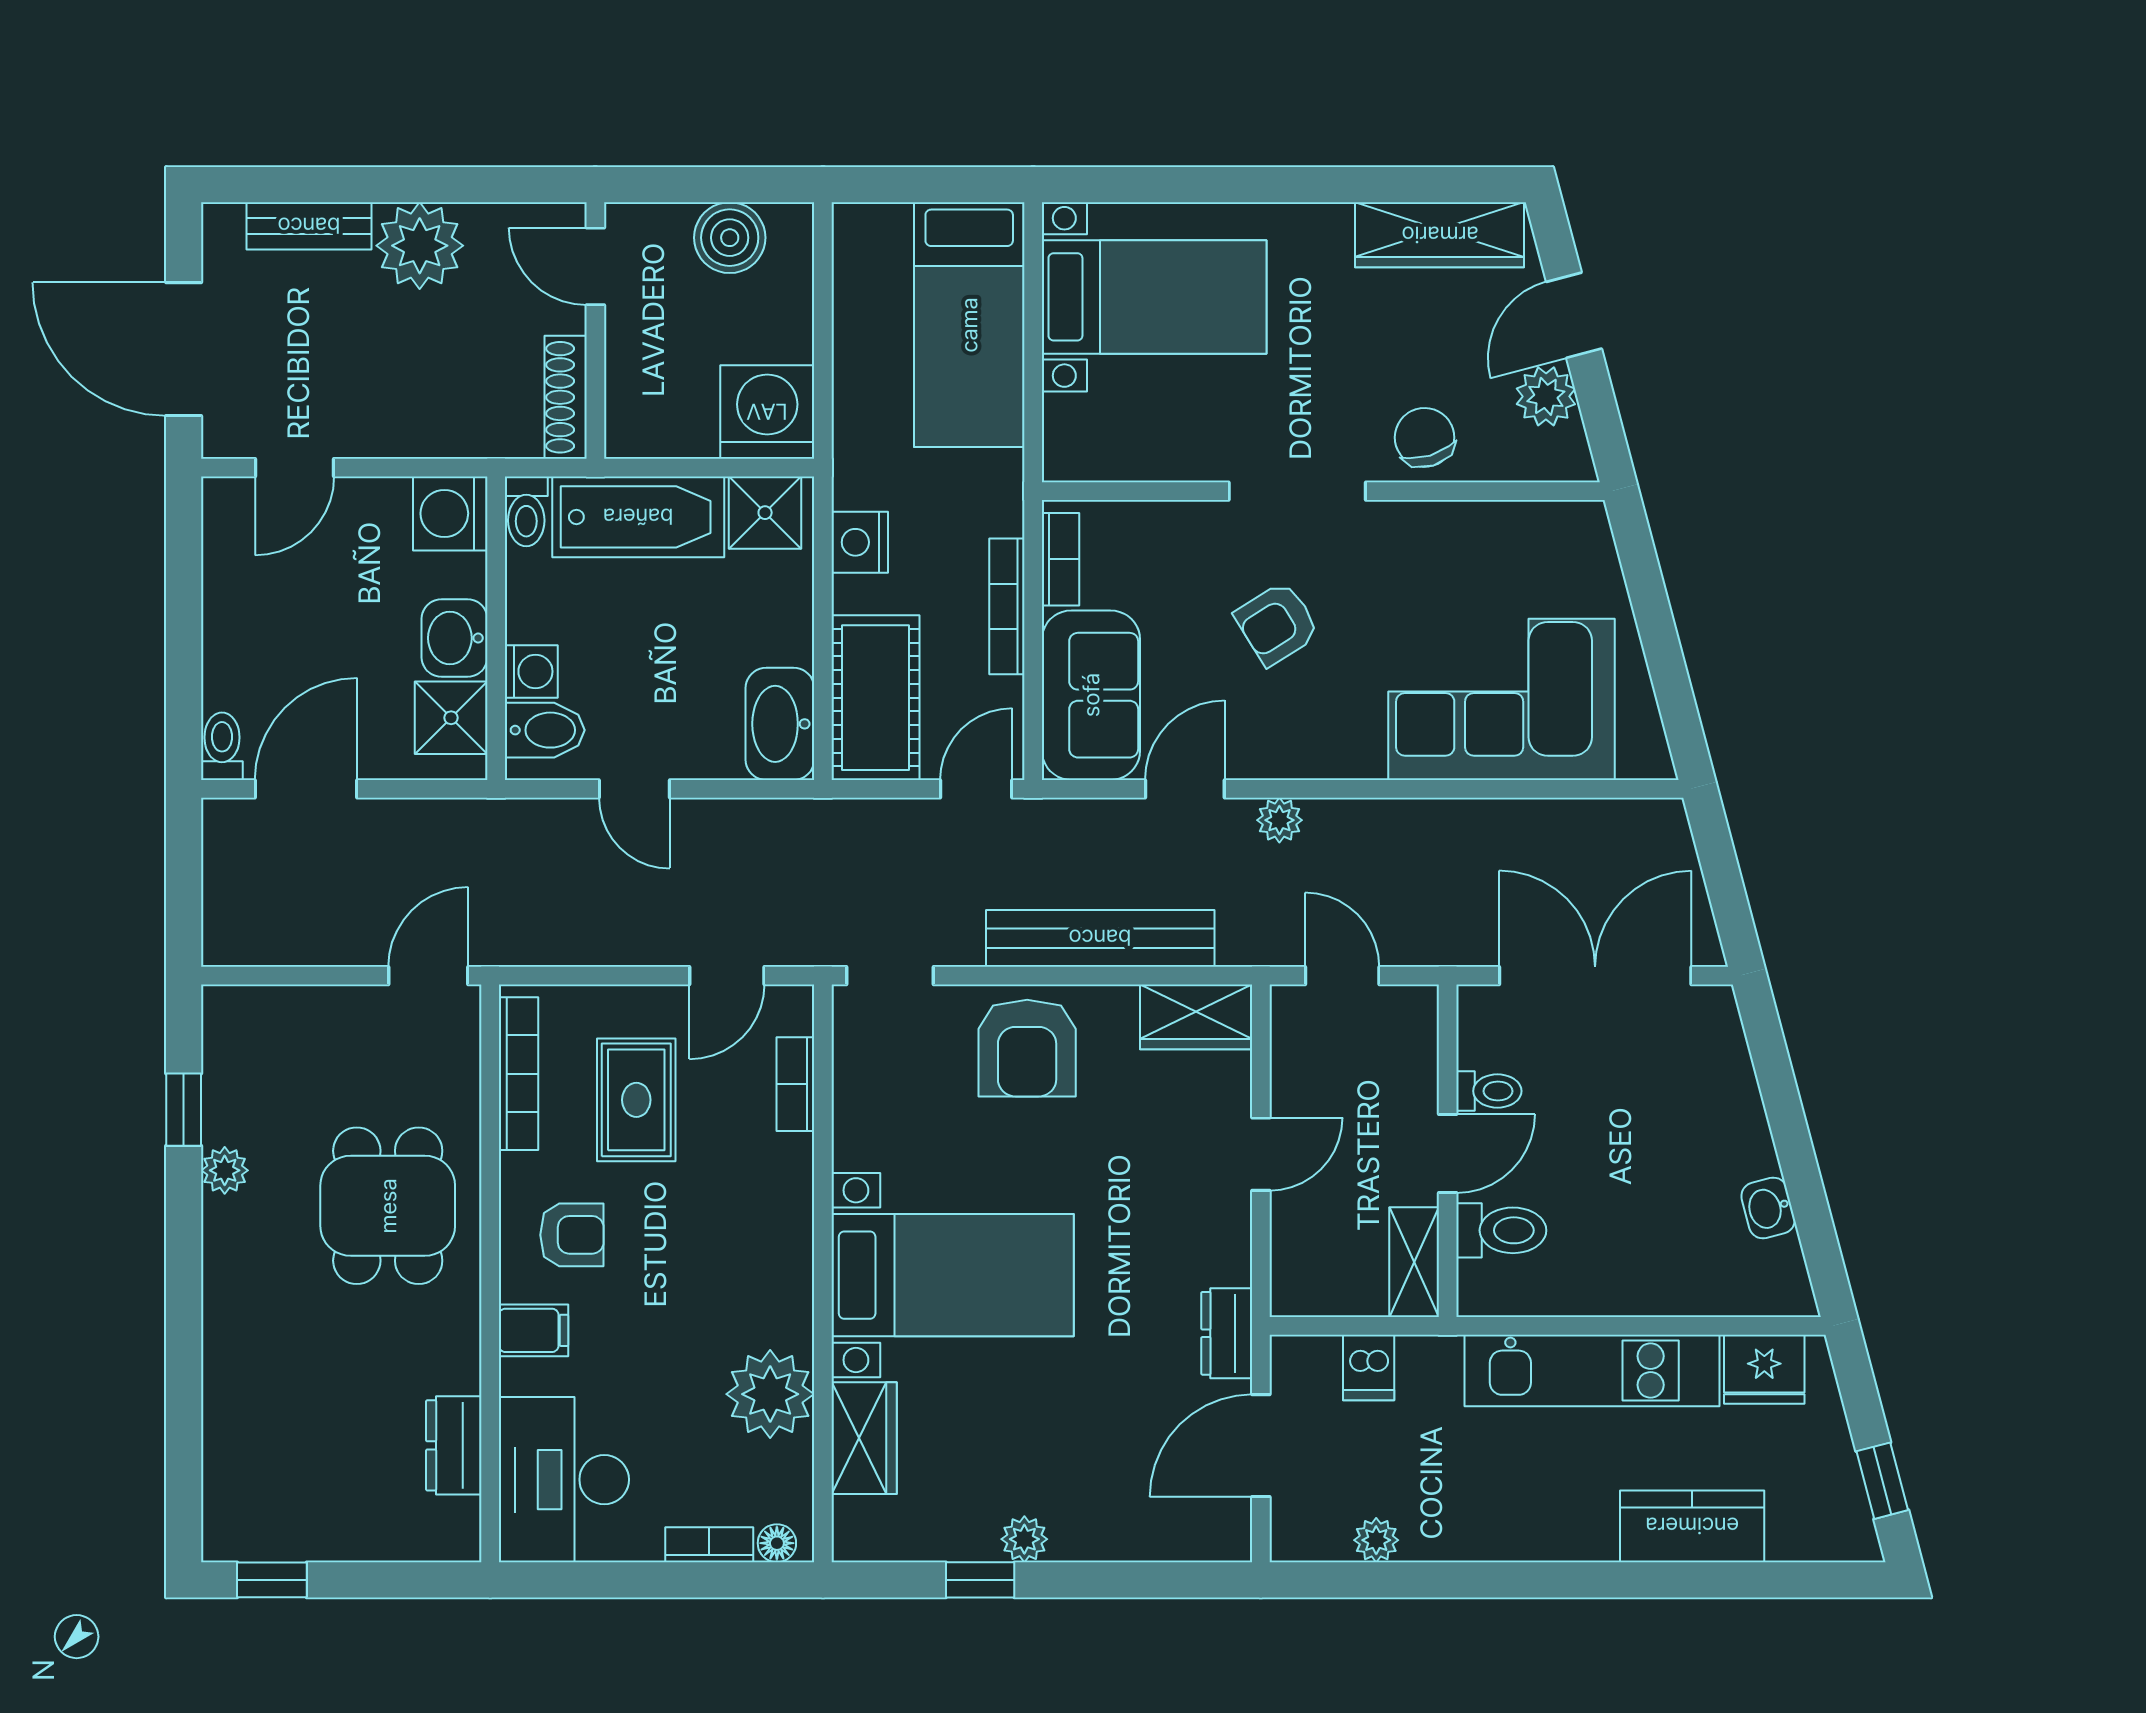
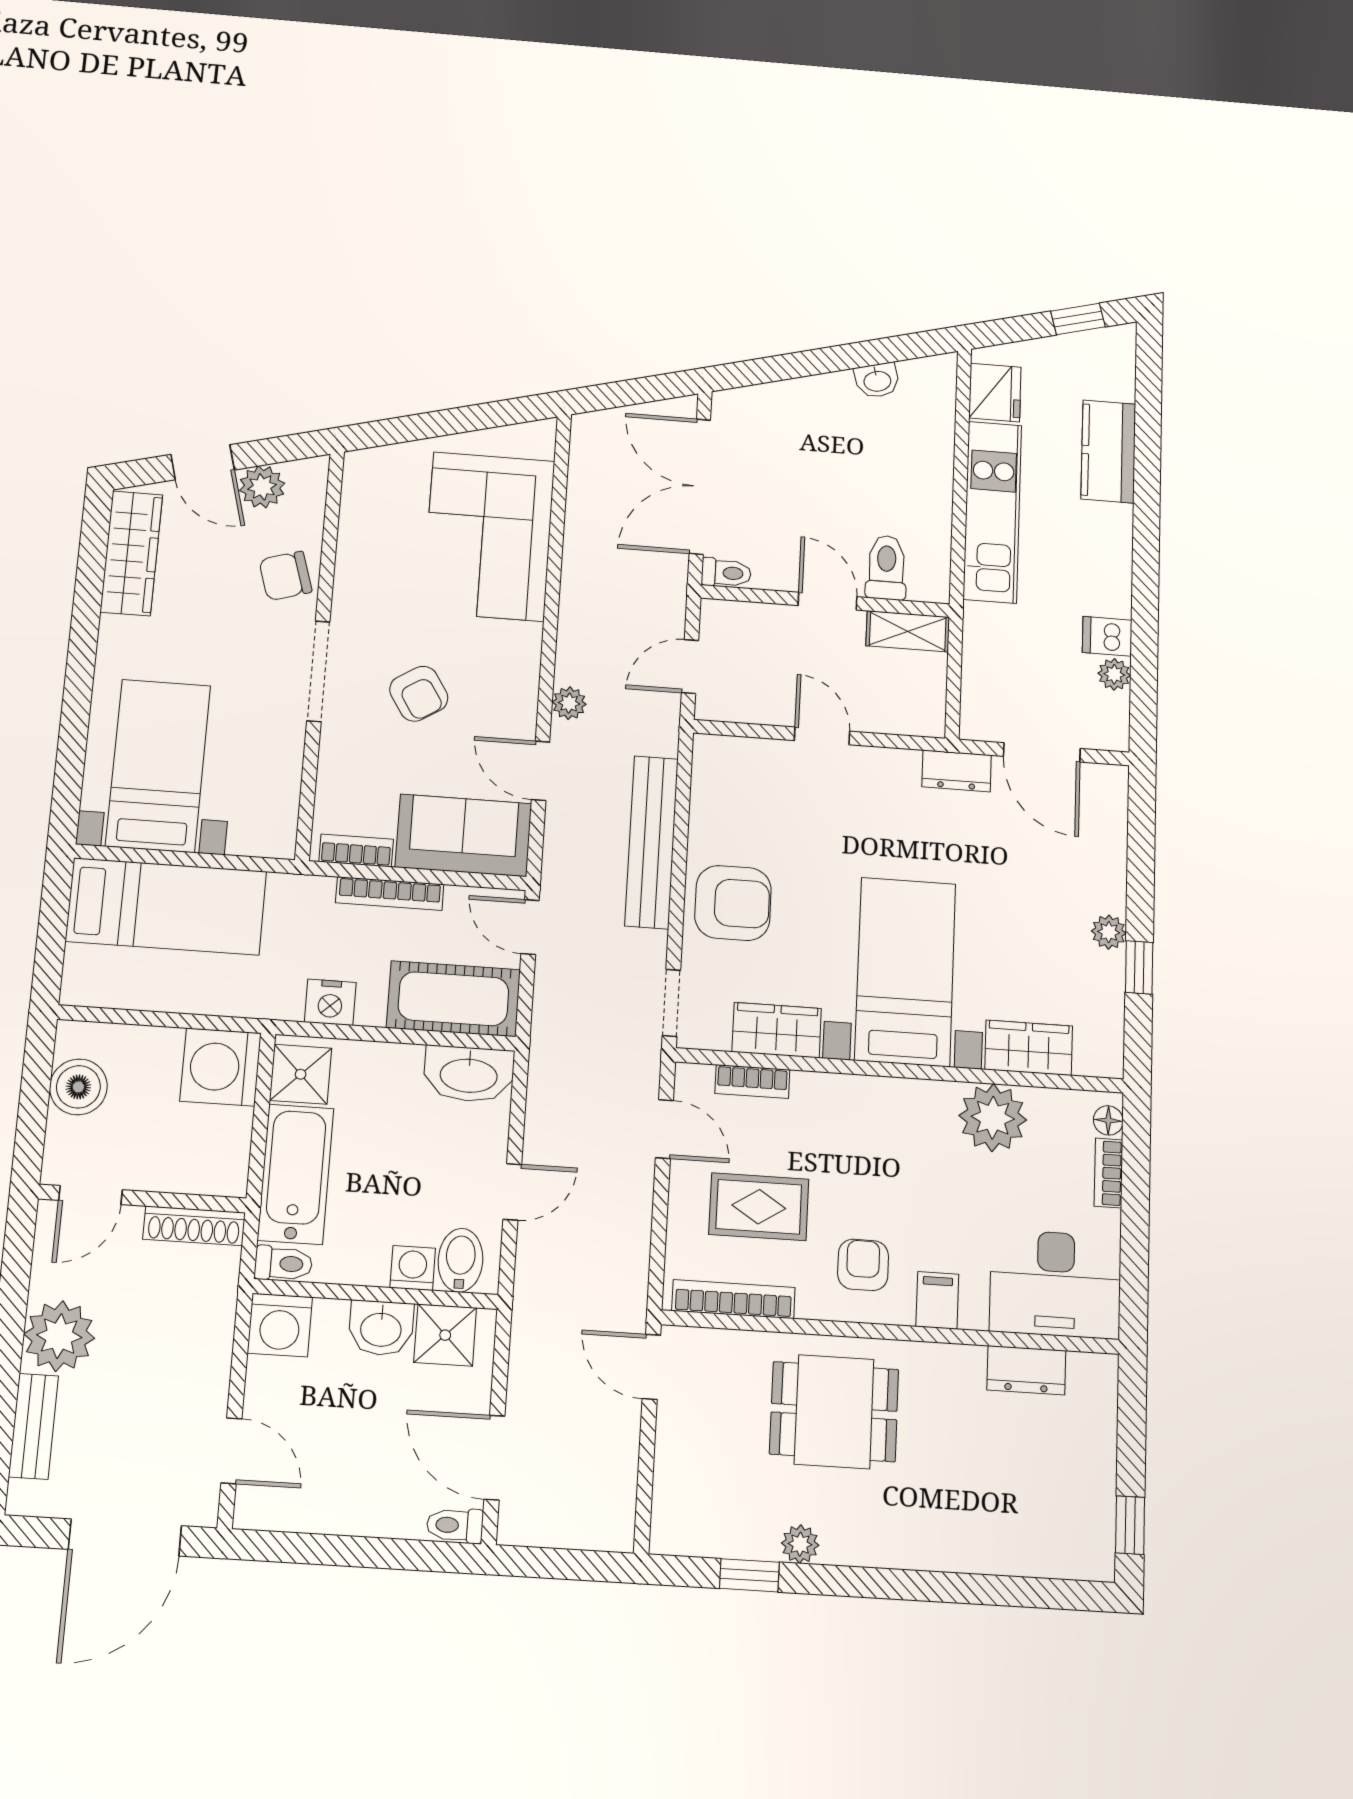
wardrobe: (1196, 1017) -> (777, 1030), moved, turned -90
toilet: (1489, 1091) -> (726, 573), moved, turned 90
dishwasher: (1369, 1367) -> (1107, 636), moved, turned 180

